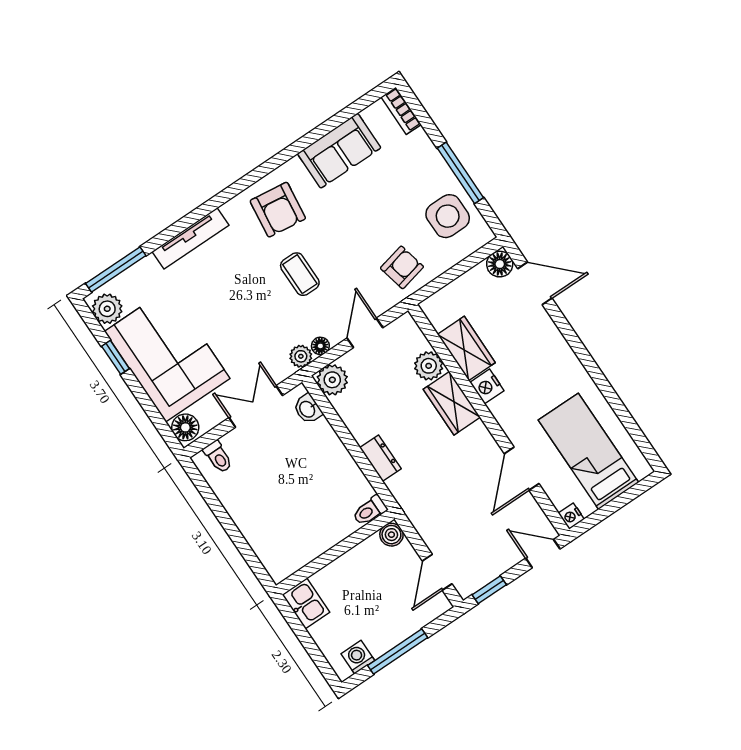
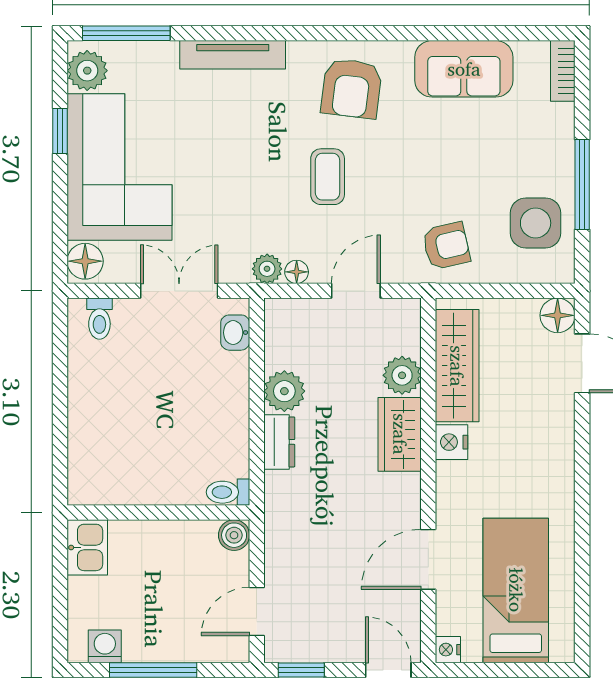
wardrobe: (466, 348) -> (457, 366), width x1.50
plant: (332, 380) -> (284, 391), moved

